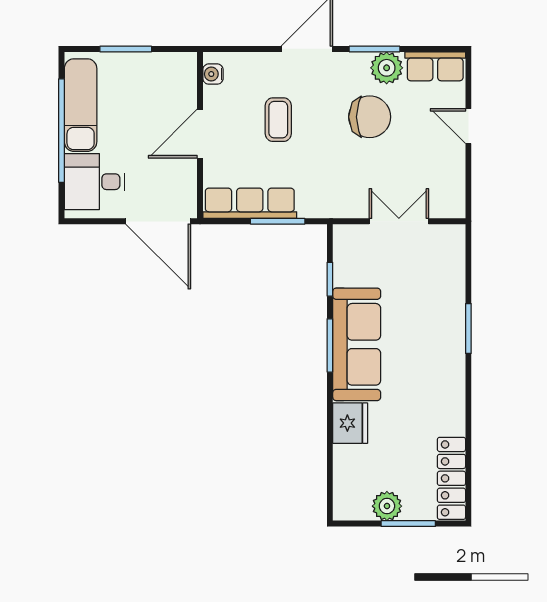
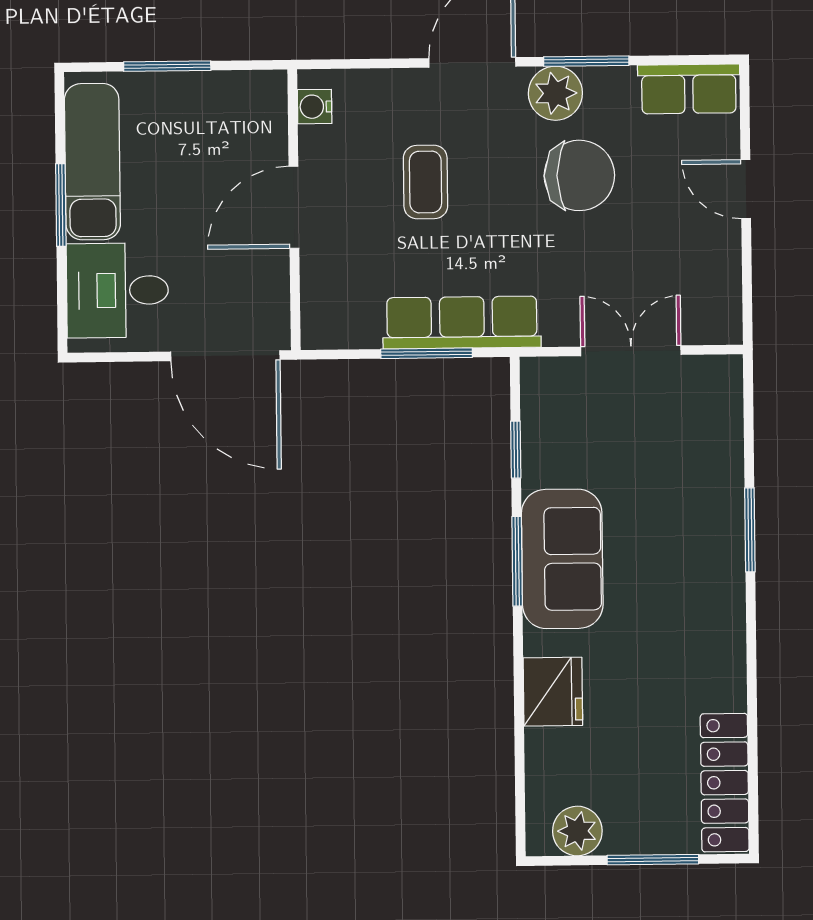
plant: (387, 68) -> (555, 93), moved
window: (62, 131) -> (61, 205), width x0.47
row of seats: (250, 203) -> (462, 322), moved
sofa: (357, 344) -> (562, 559), width x0.73
plant: (387, 506) -> (577, 831), moved

